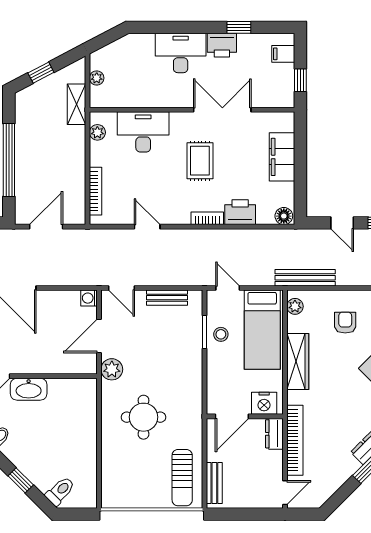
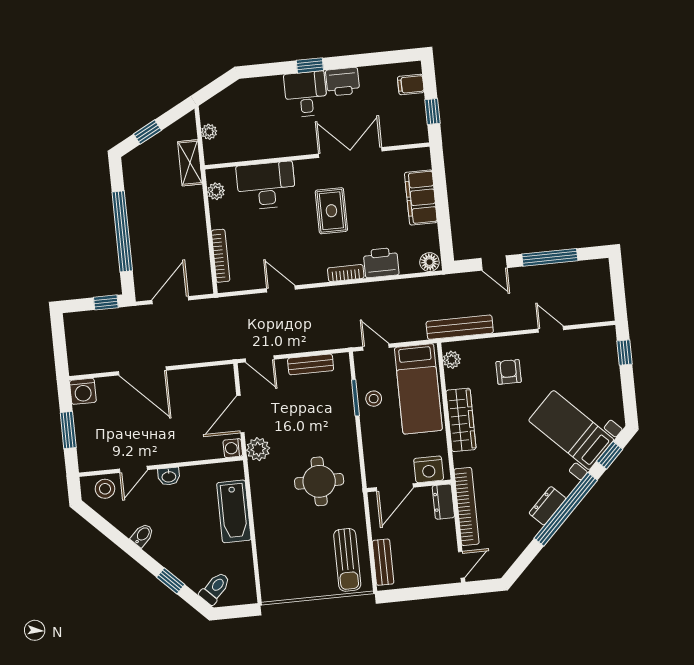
window: (239, 27) -> (310, 65), moved
desk: (181, 53) -> (306, 94), width x0.73
washing machine: (89, 298) -> (233, 448), moved
washbasin: (29, 389) -> (169, 476), width x0.52, depth x0.69
round table: (144, 417) -> (319, 481), moved
bathtub: (84, 423) -> (234, 511), added

